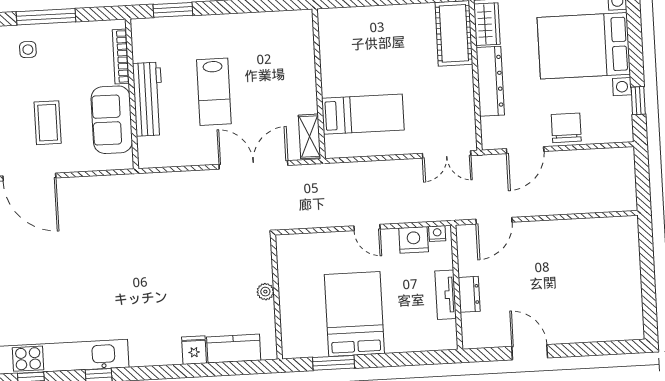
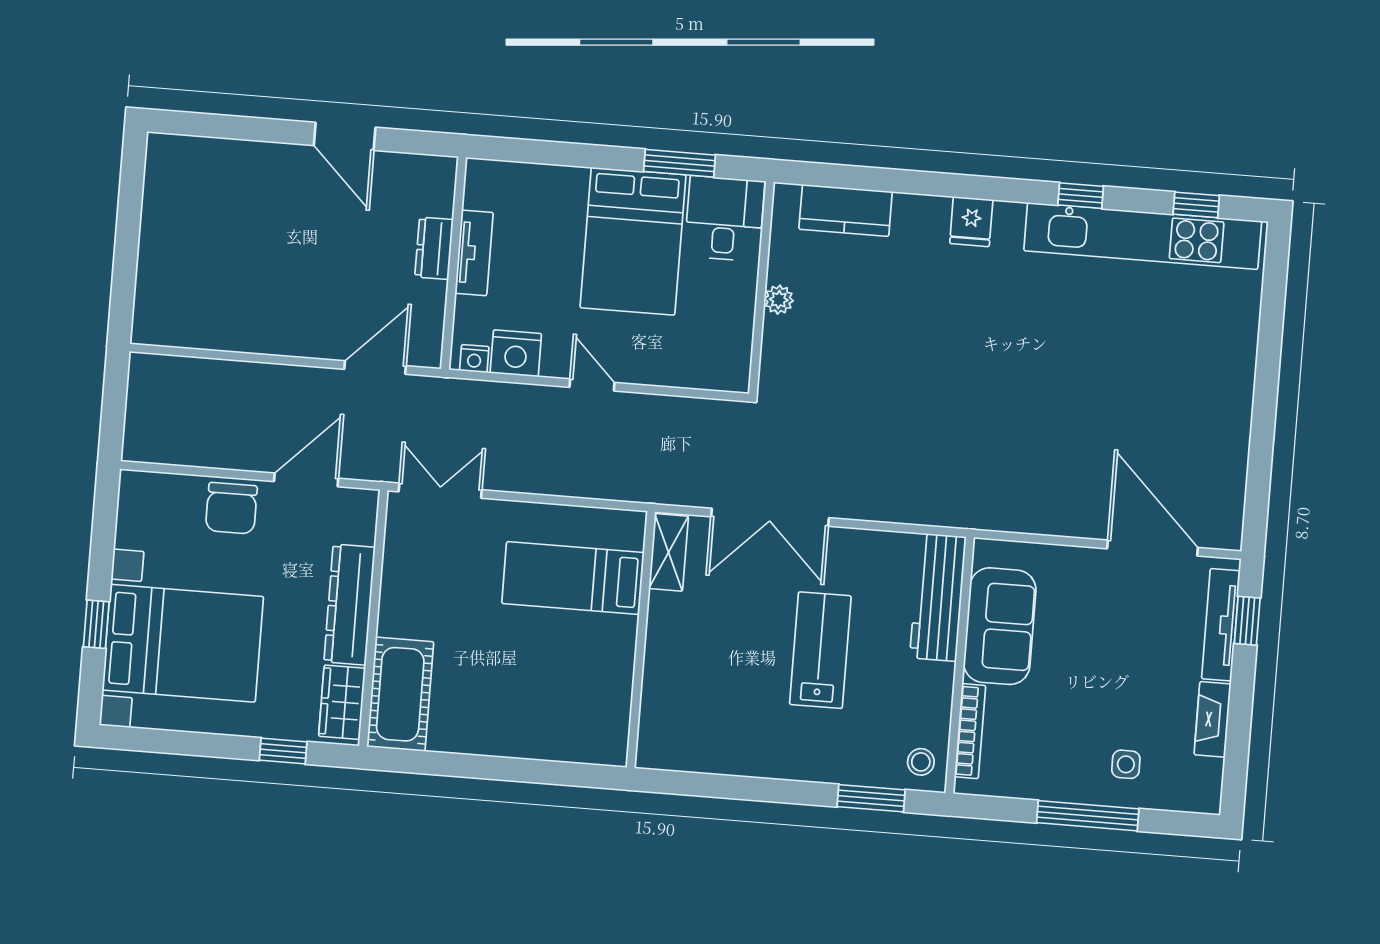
stool: (147, 35) -> (921, 762), added
workbench: (148, 99) -> (938, 597), moved
window: (638, 101) -> (96, 624), moved
coffee table: (48, 123) -> (1109, 636), removed
desk: (303, 334) -> (724, 219), added
fridge: (194, 350) -> (971, 222), moved

